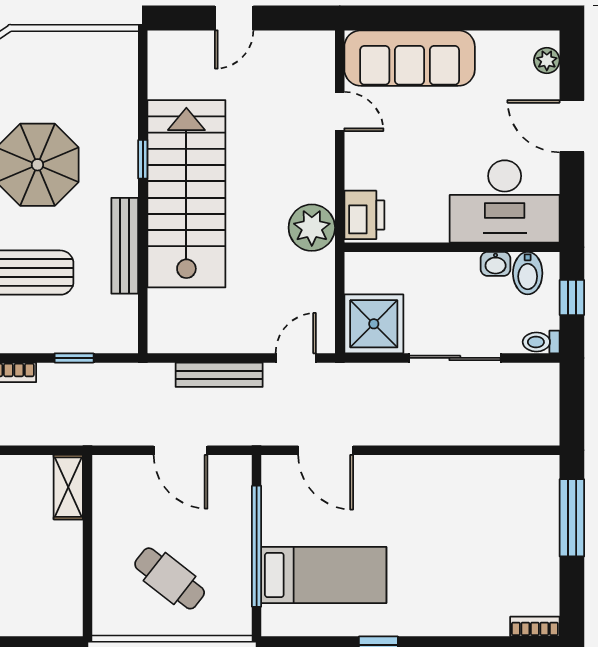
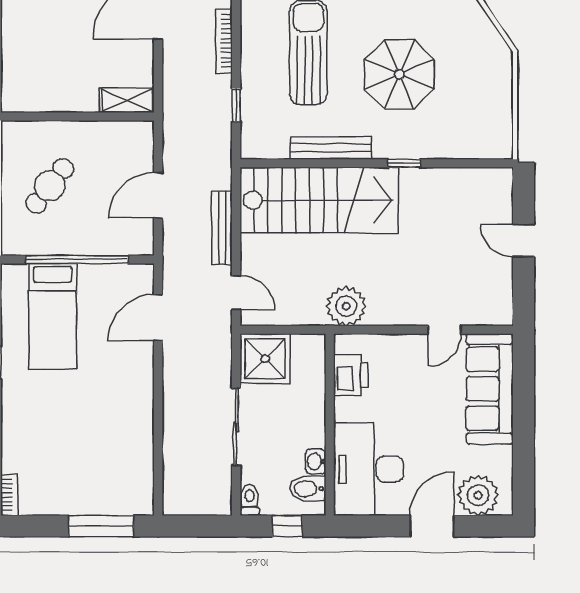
plant: (547, 60) -> (478, 495), width x1.87, depth x1.87
stairs: (186, 194) -> (319, 200), moved
printer: (364, 215) -> (351, 375), moved, turned -90

